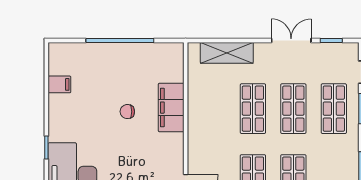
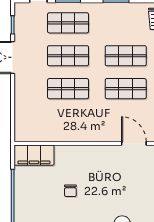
shelving: (227, 53) -> (23, 110), removed
filing cabinet: (171, 108) -> (34, 155), moved

